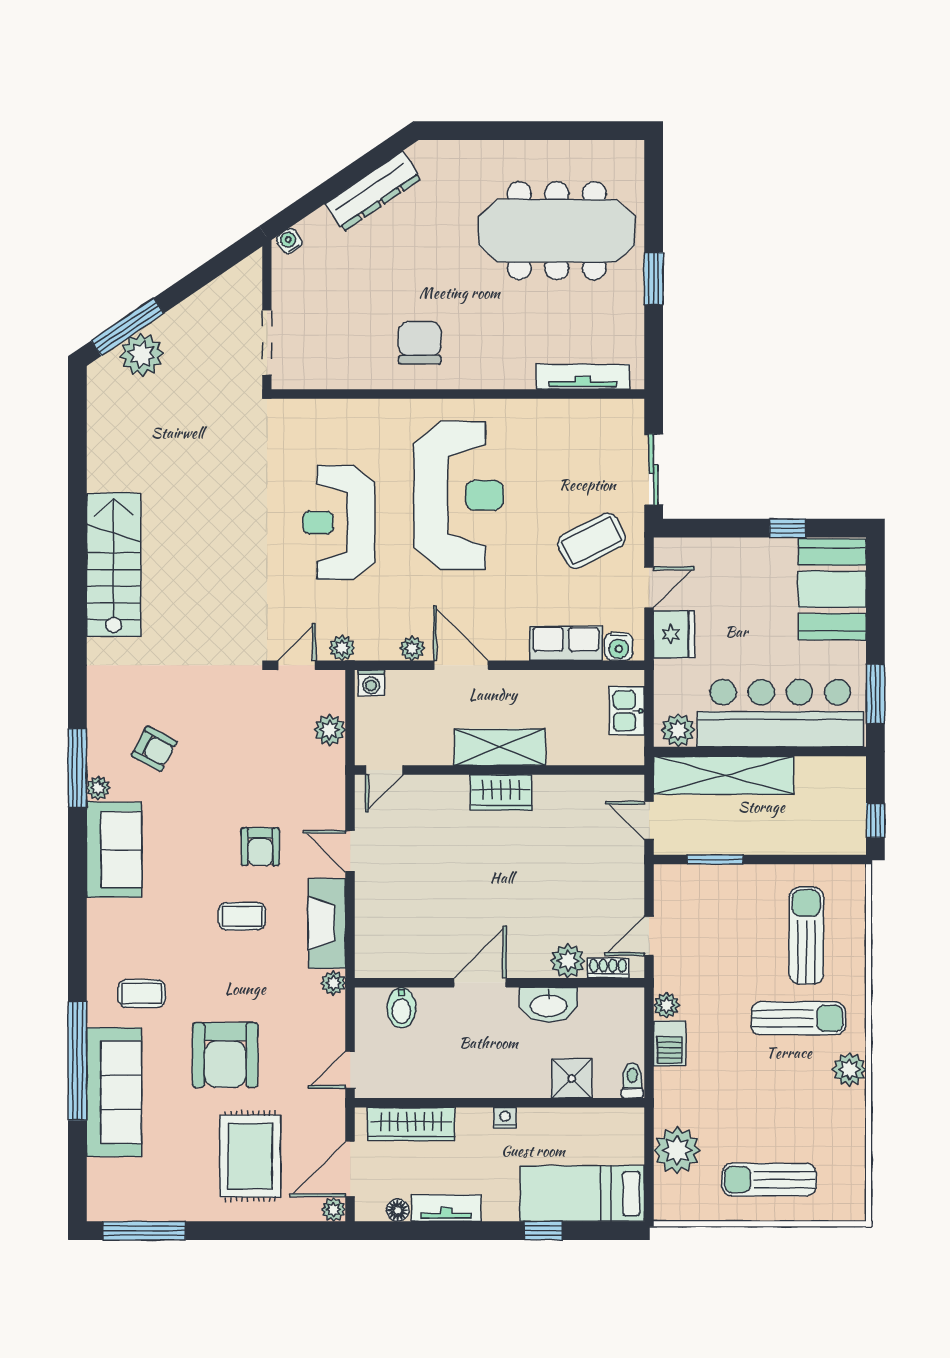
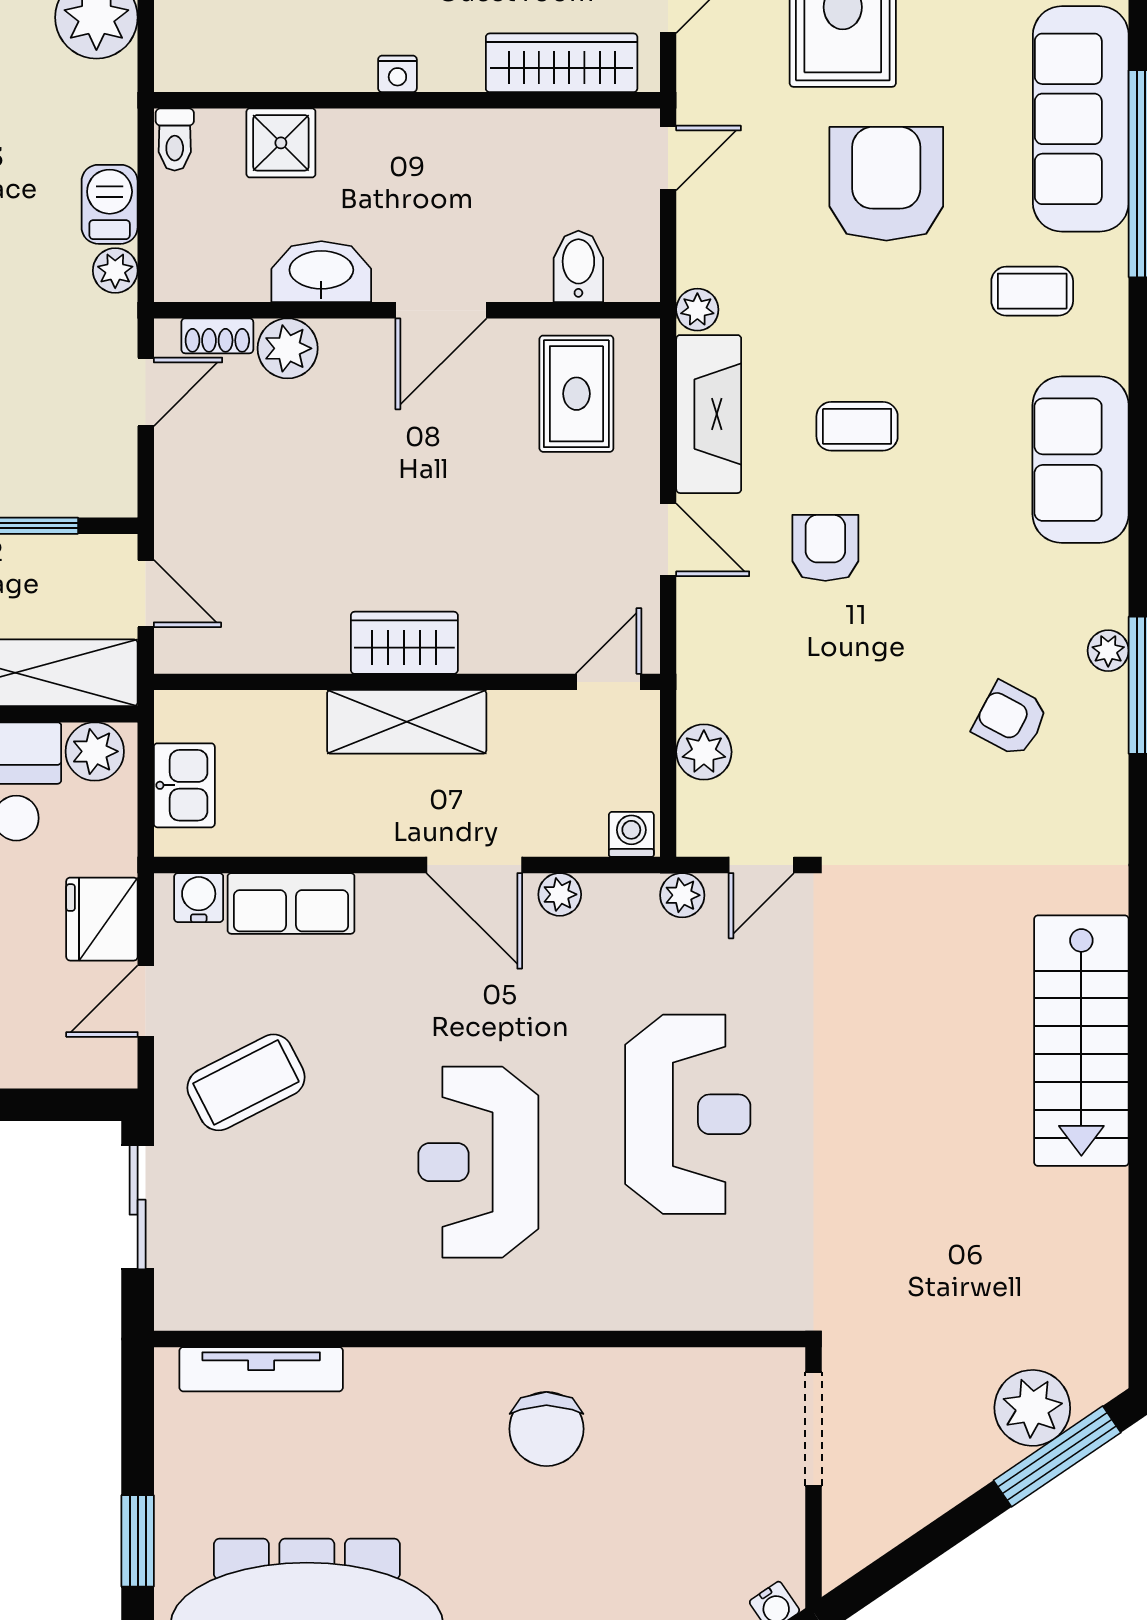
reception desk: (459, 495) -> (478, 1162), width x0.74, depth x0.77
sofa: (114, 850) -> (1081, 460), moved
rug: (403, 935) -> (576, 394), added

